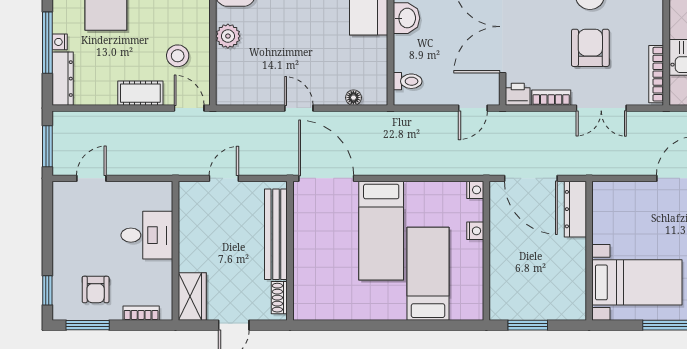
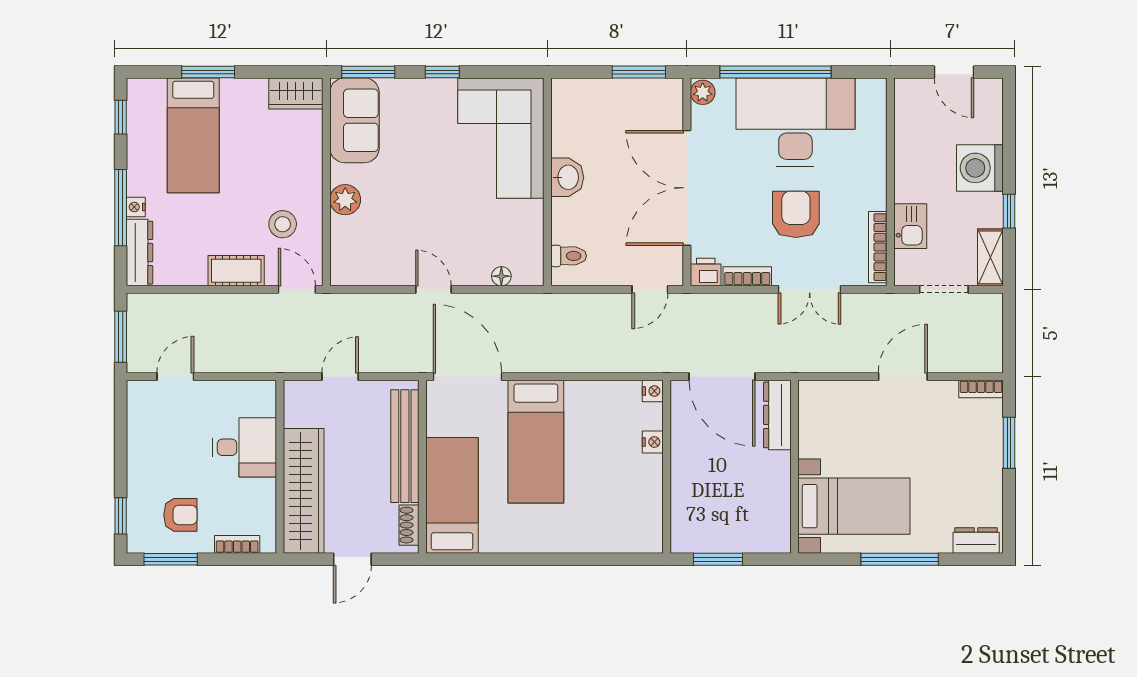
bed: (428, 274) -> (452, 495), moved
armchair: (96, 289) -> (180, 515), turned -90
wardrobe: (192, 296) -> (304, 491), width x2.10, depth x1.17

